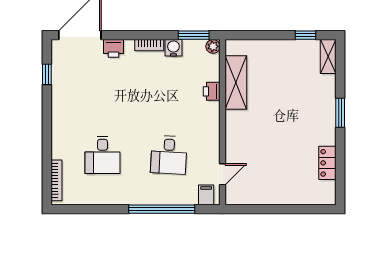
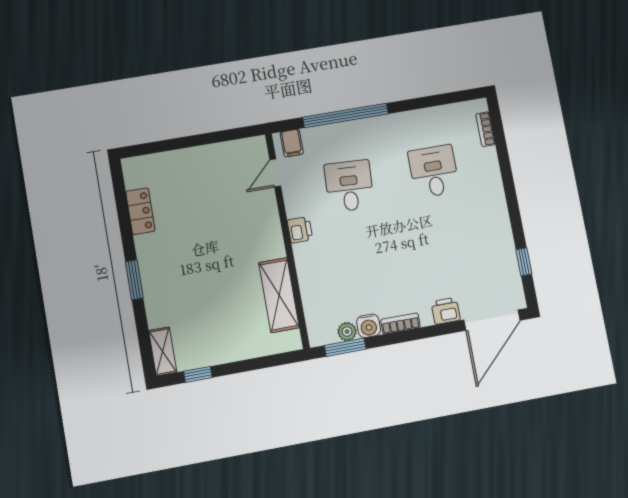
plant: (213, 46) -> (347, 332), moved
printer: (212, 91) -> (300, 230), moved
bookcase: (57, 180) -> (486, 129), width x0.64

